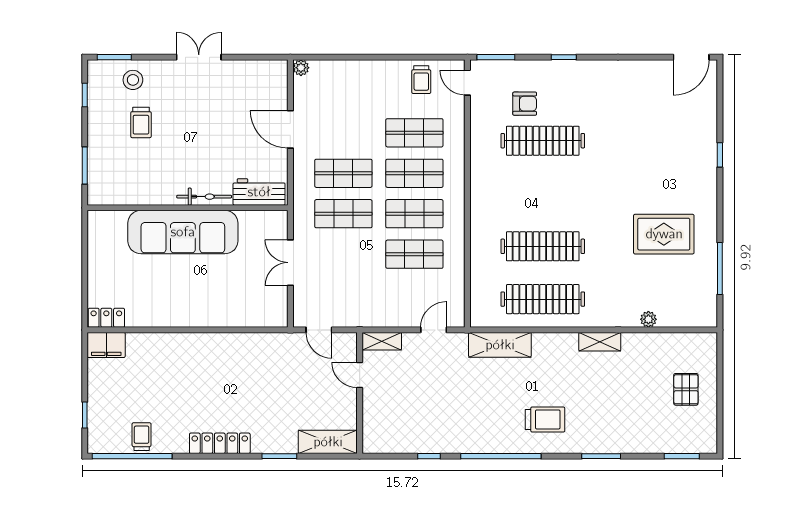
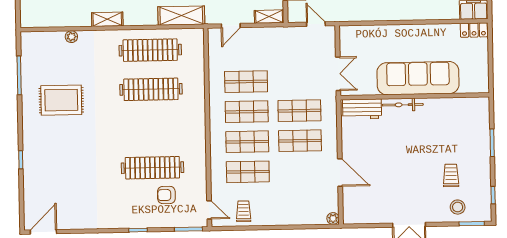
workbench: (259, 192) -> (362, 109), moved
bicycle: (204, 197) -> (403, 105), moved
wall: (188, 208) -> (415, 96), moved
sofa: (183, 232) -> (418, 78), moved

